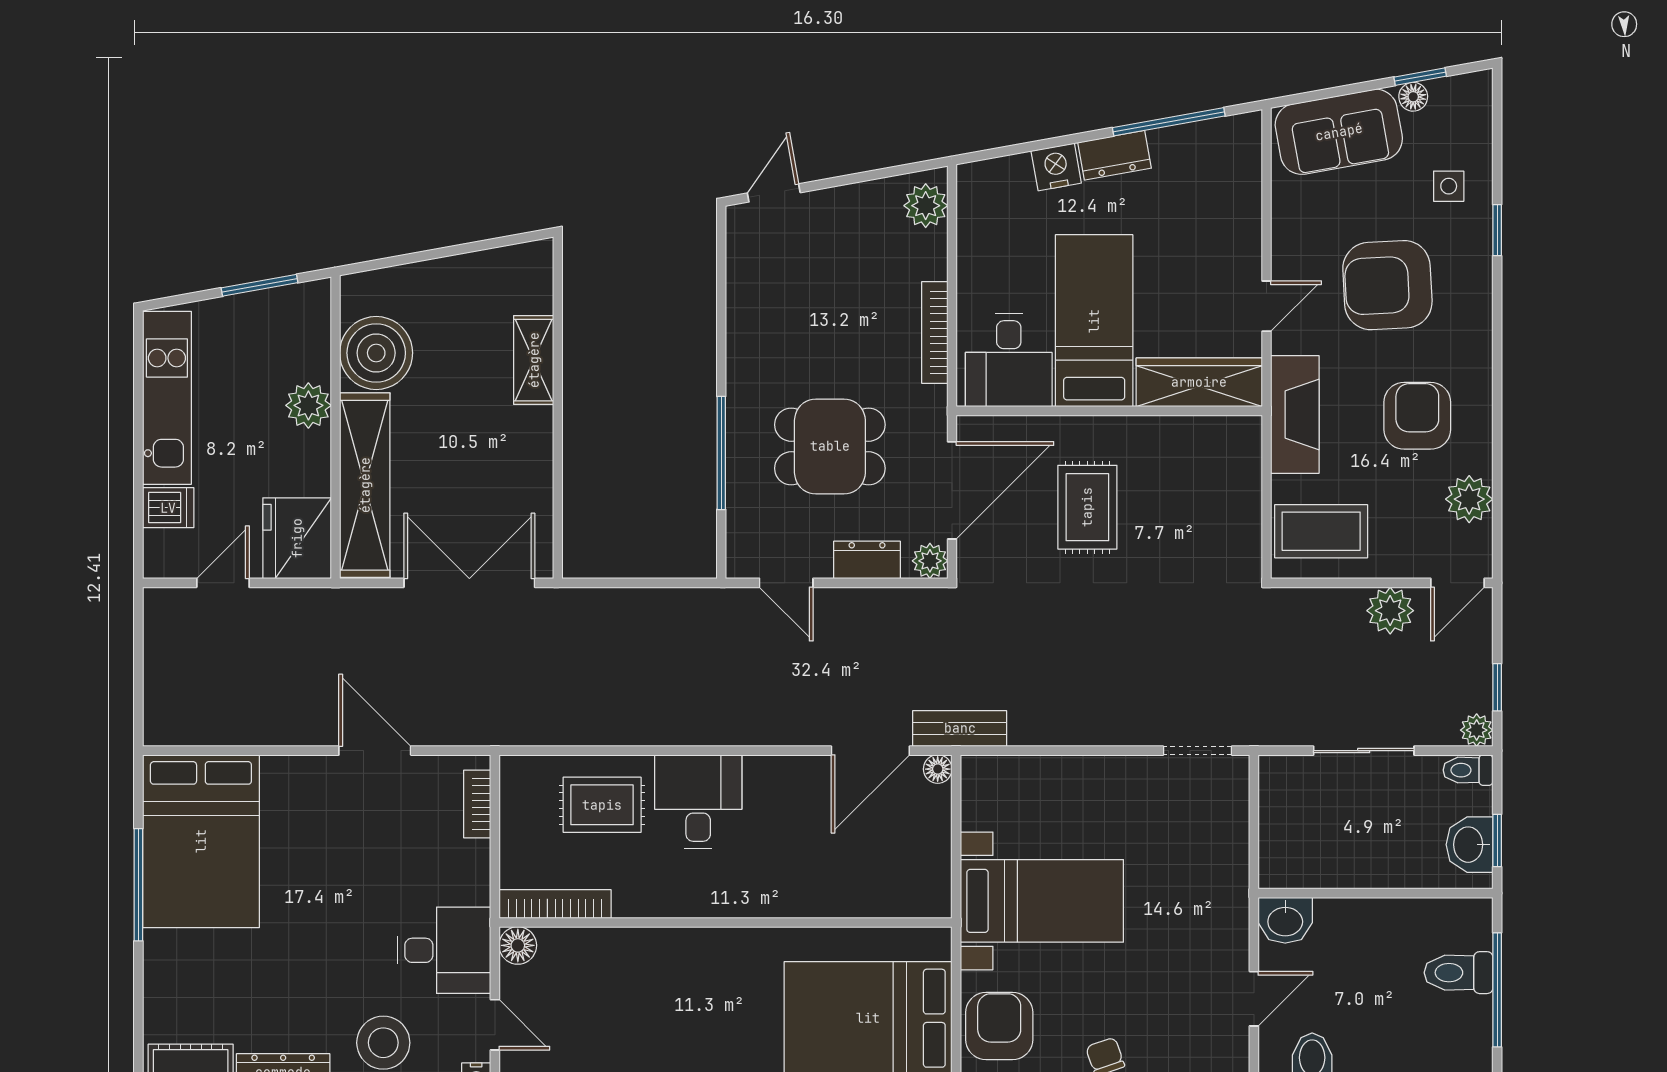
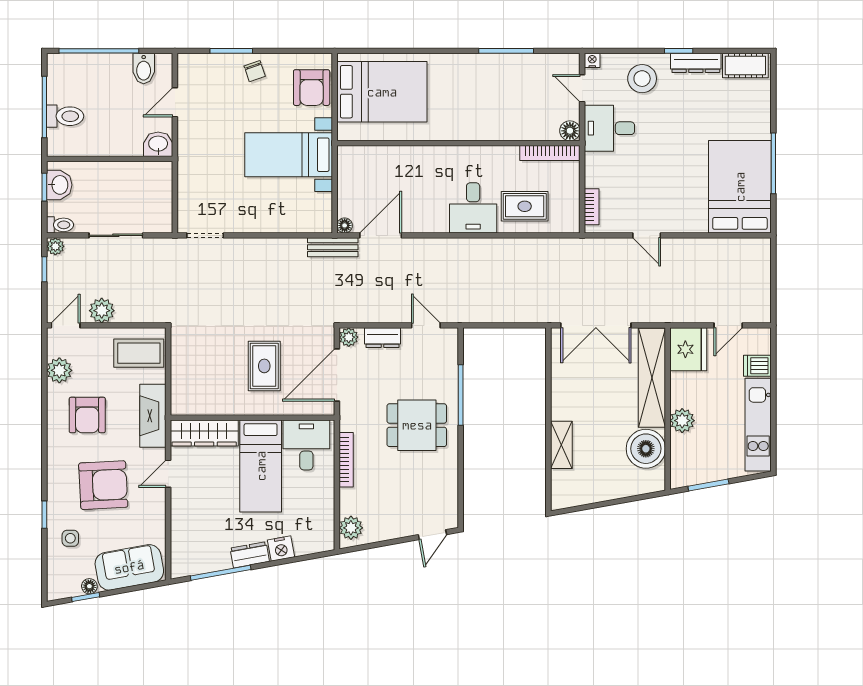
dining table: (830, 446) -> (417, 425), moved
door: (375, 751) -> (647, 235), width x0.73

